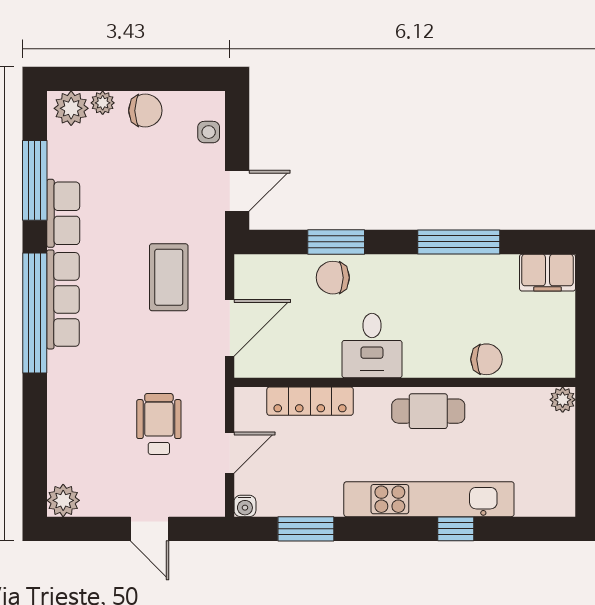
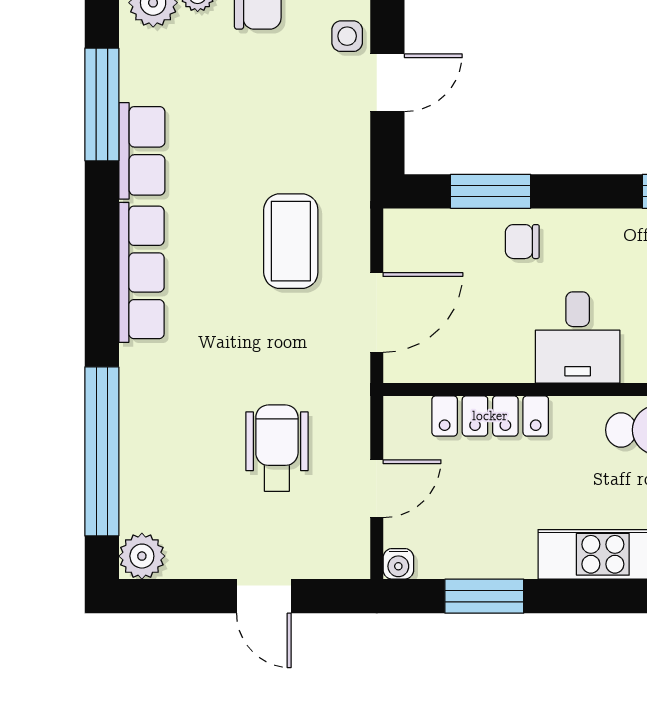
door: (237, 191) -> (387, 83), moved
window: (336, 242) -> (491, 191), moved
chair: (333, 278) -> (522, 242), width x0.73, depth x0.73
window: (35, 313) -> (102, 451), moved

